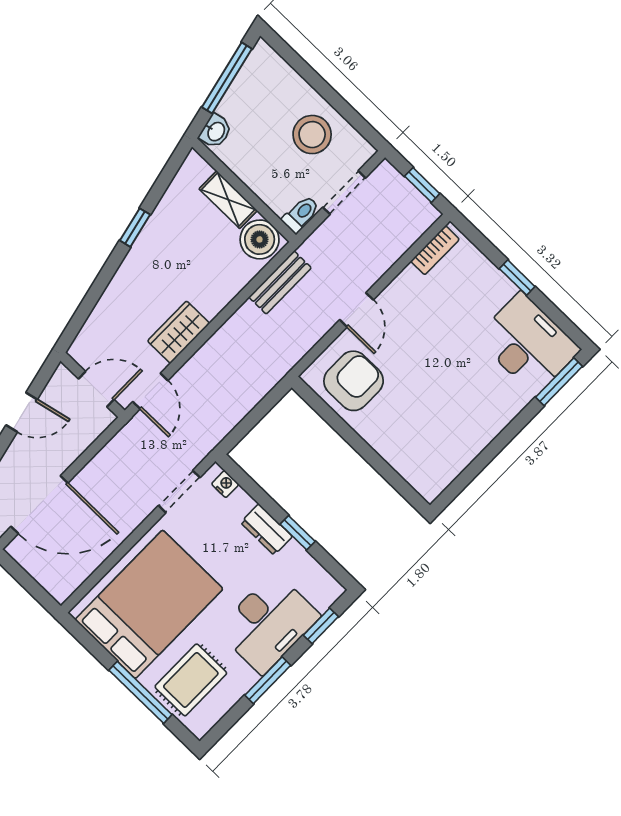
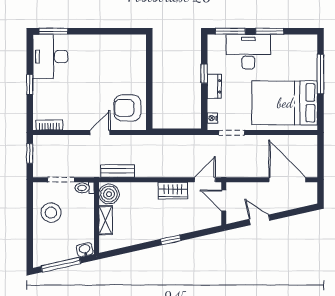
window: (135, 228) -> (171, 240), moved
window: (321, 626) -> (230, 31), width x1.50
rug: (191, 680) -> (298, 60), removed

